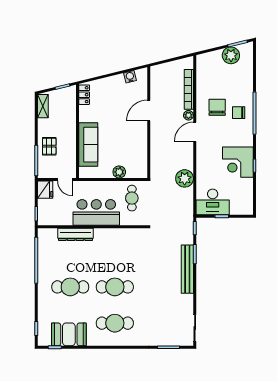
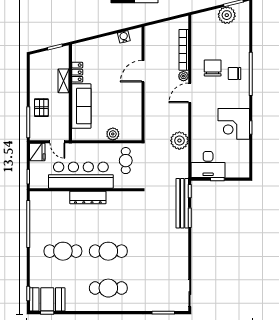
locker: (84, 95) -> (77, 72), moved
shelving: (43, 106) -> (64, 81), moved
bar counter: (96, 212) -> (81, 175), width x1.36
dresser: (76, 234) -> (88, 197), moved
bench: (187, 269) -> (182, 203), moved
booth: (69, 334) -> (47, 299), moved

